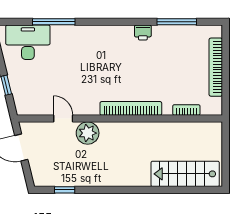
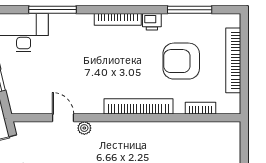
bookcase: (112, 30) -> (118, 19), added
armchair: (169, 68) -> (181, 61), added
plant: (88, 133) -> (84, 128), width x0.53, depth x0.53

